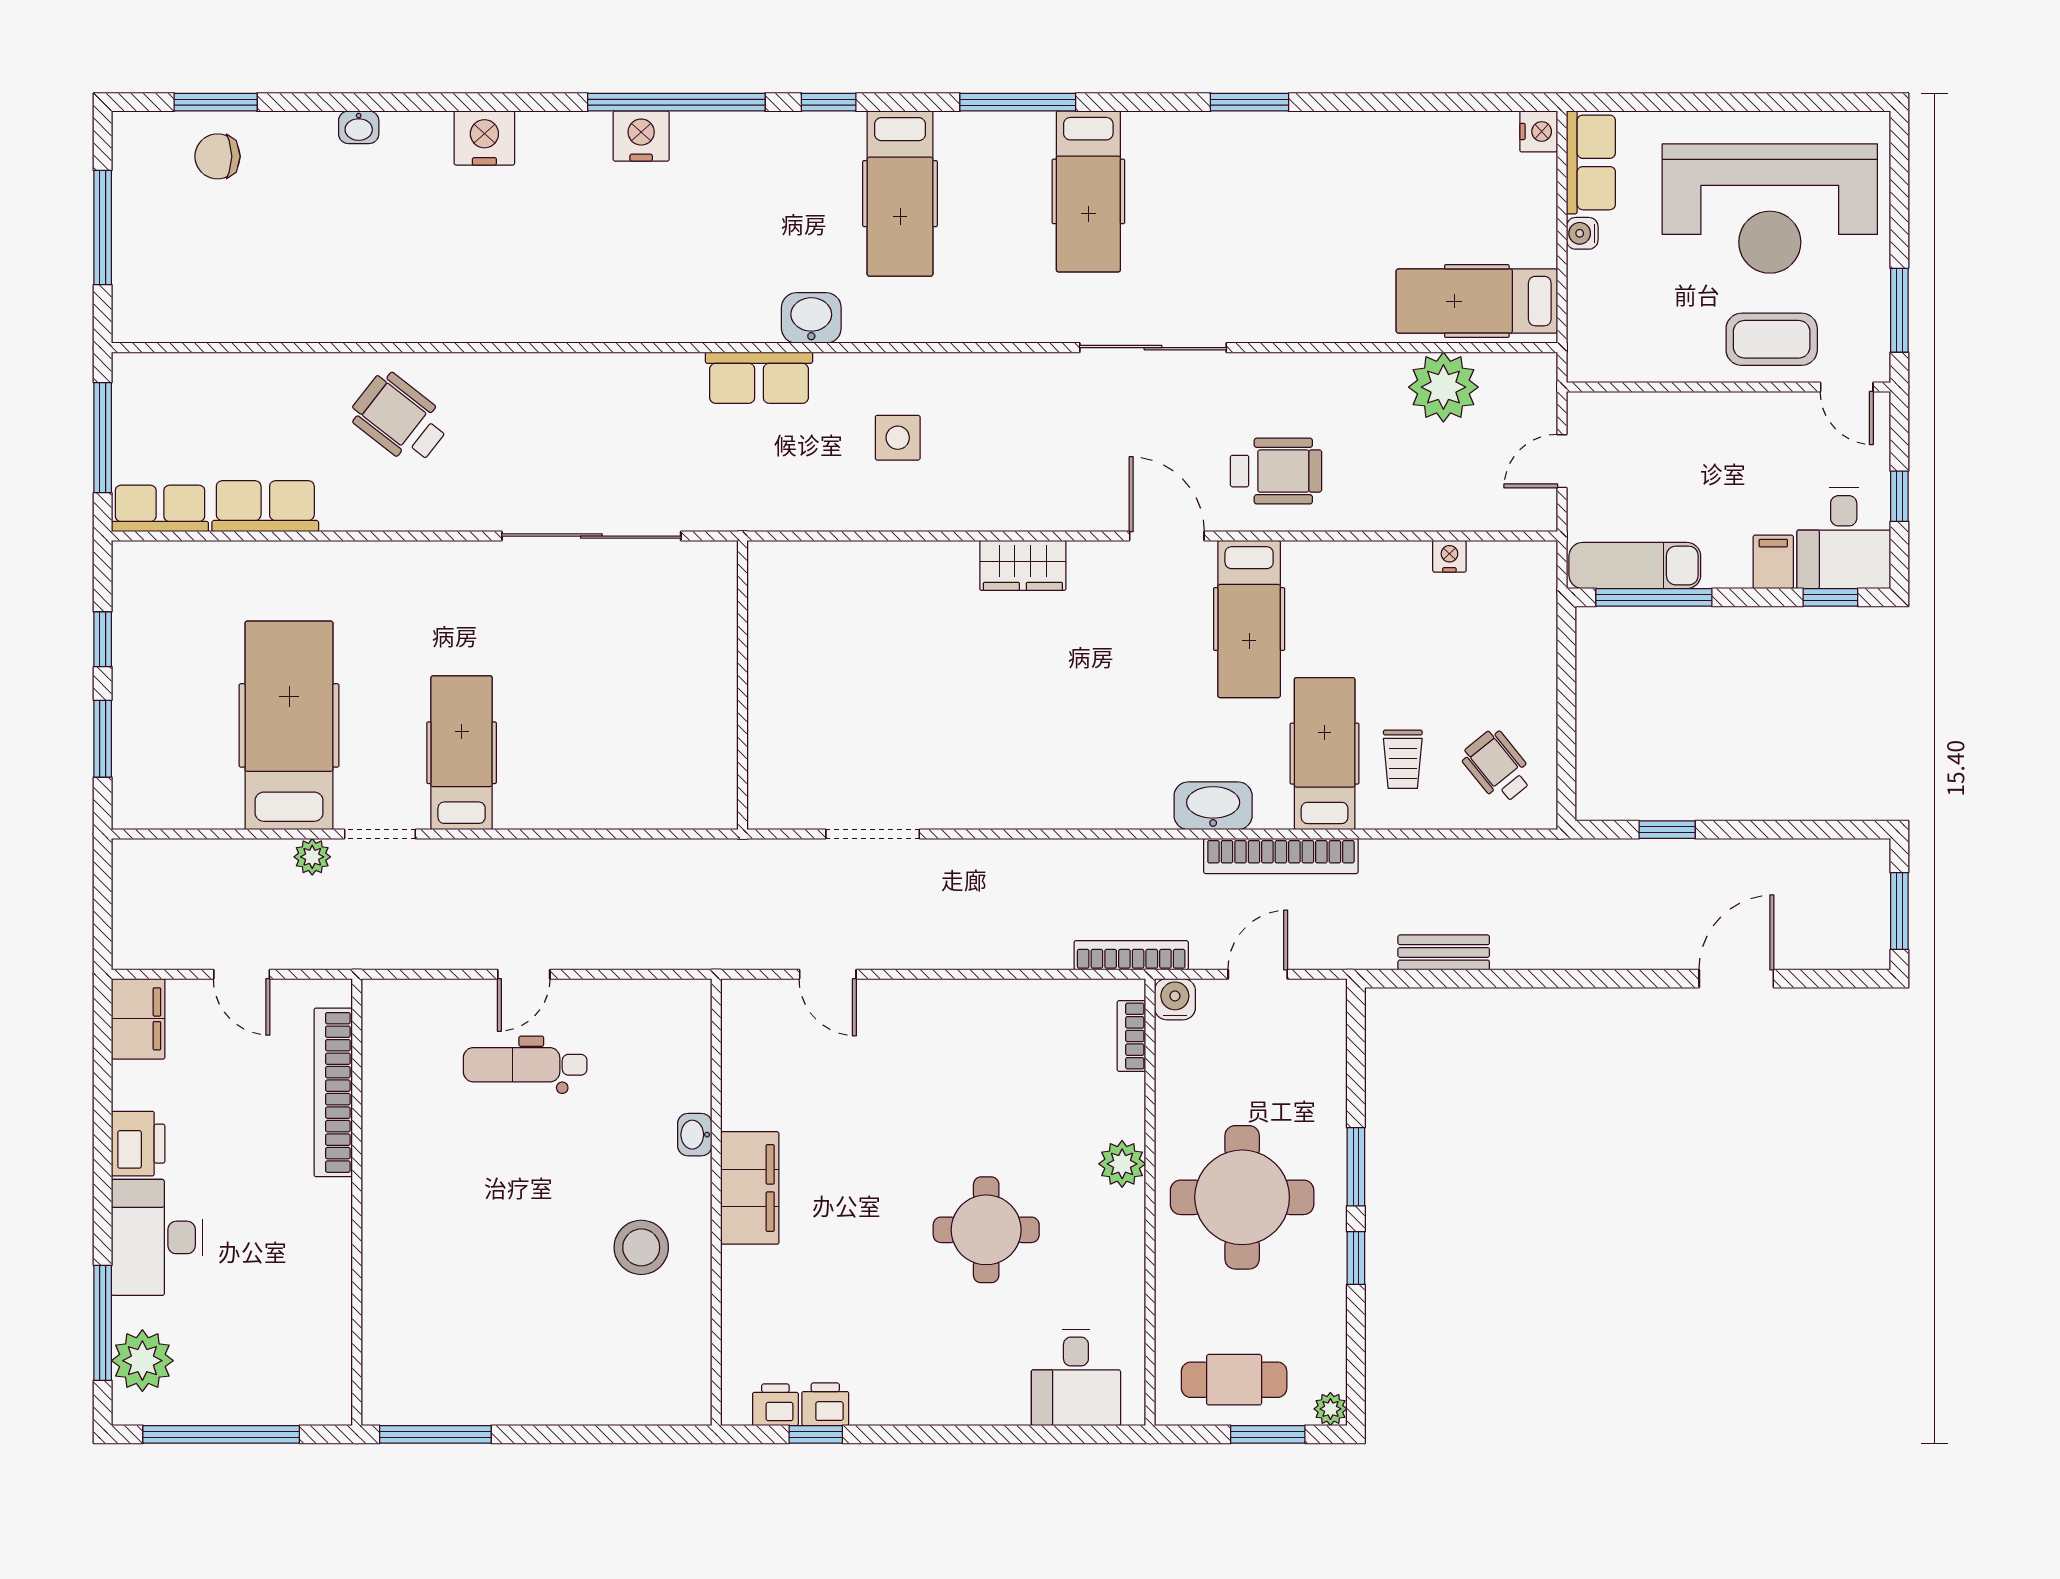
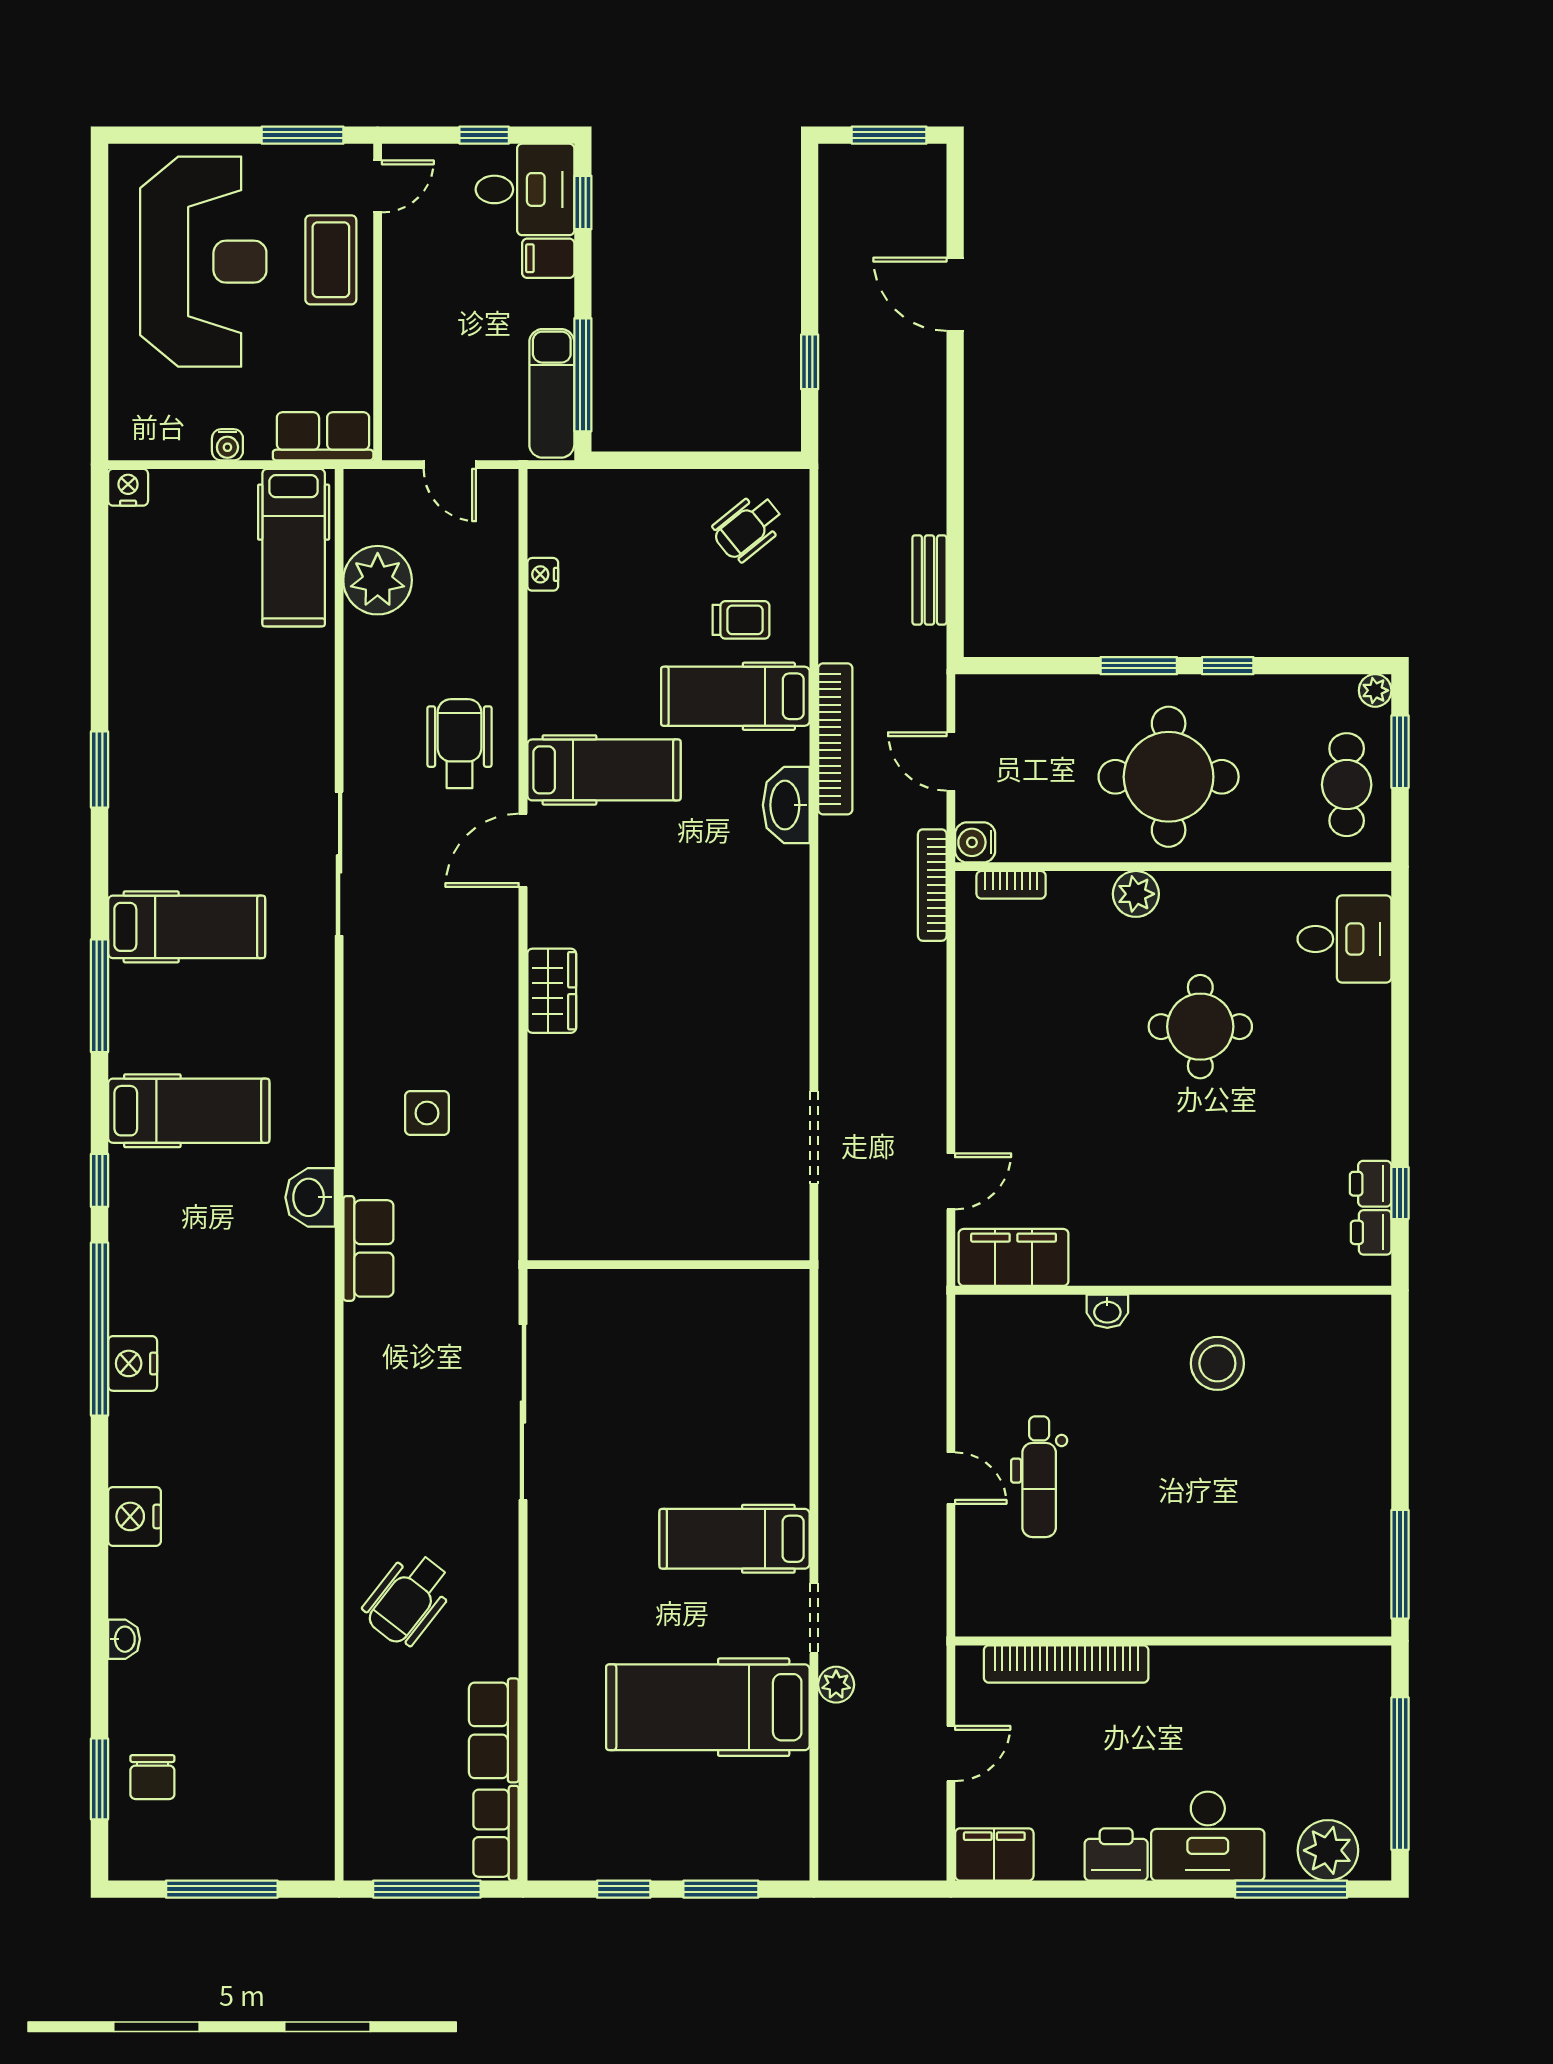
row of seats: (1591, 162) -> (323, 436), moved
filing cabinet: (750, 1188) -> (1014, 1257), moved

